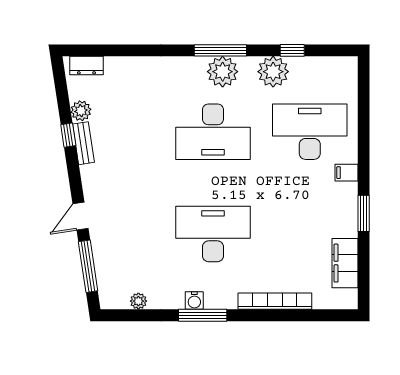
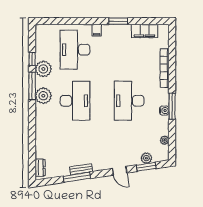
window: (220, 50) -> (32, 86), moved
plant: (81, 111) -> (146, 158), moved
window: (68, 135) -> (77, 177), width x2.17
window: (88, 266) -> (146, 167), width x0.69

